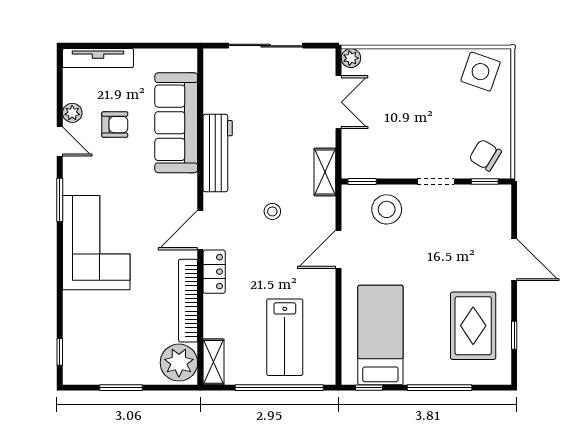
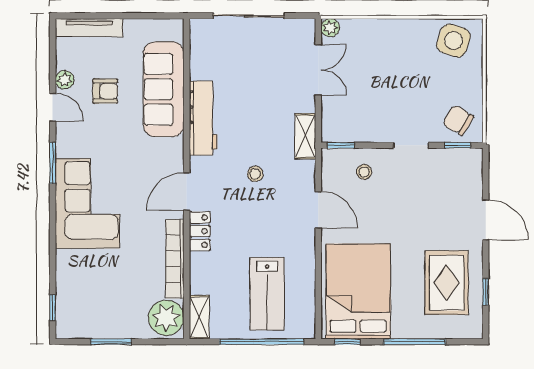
stool: (387, 209) -> (364, 172), width x0.53, depth x0.53
door: (338, 249) -> (318, 210), swing flipped
bed: (380, 335) -> (358, 291), width x1.50

